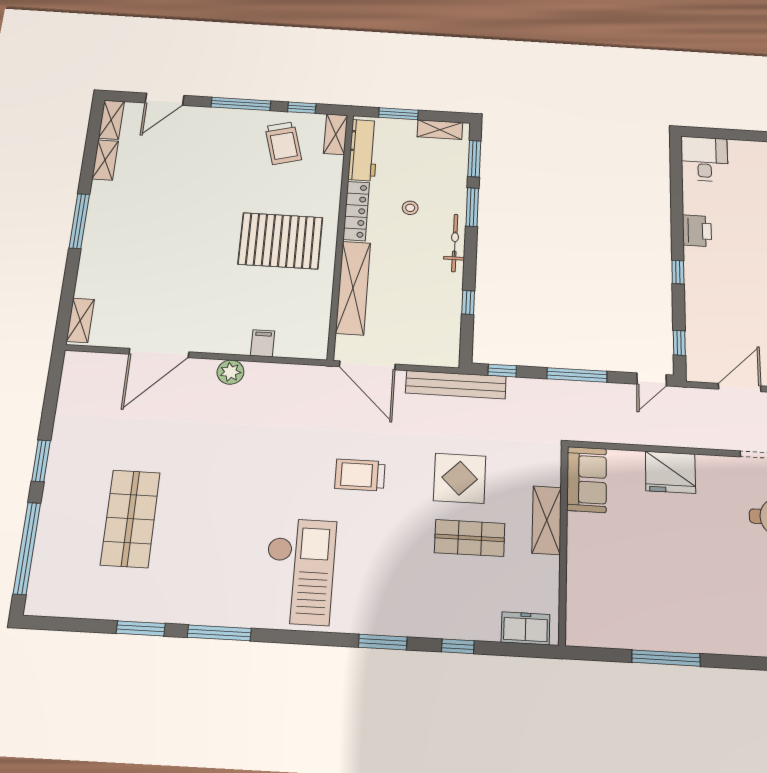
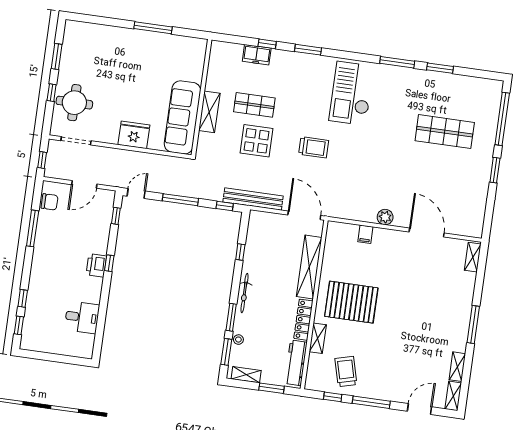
shelving: (336, 134) -> (318, 338), moved
desk: (704, 159) -> (82, 317), moved, turned -90
stool: (410, 208) -> (238, 340), moved
printer: (697, 231) -> (96, 265), moved
door: (159, 353) -> (427, 232), hinge flipped
sofa: (587, 479) -> (183, 117), width x1.85, depth x1.27
shop shelf: (130, 518) -> (445, 132), turned 90
freezer: (525, 628) -> (257, 55), moved

